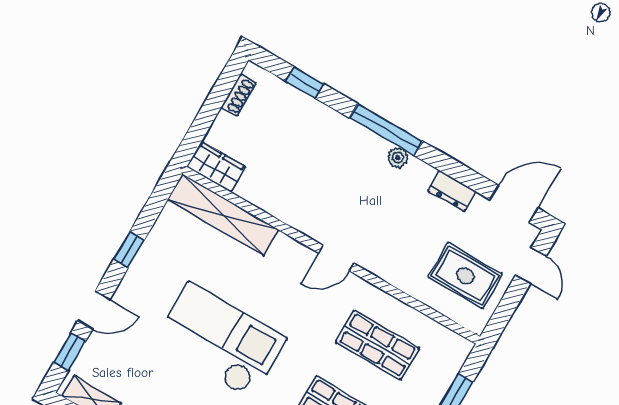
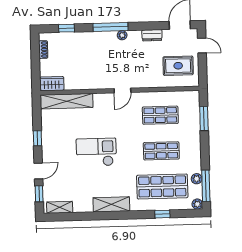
checkout: (220, 341) -> (96, 152), width x0.73, depth x0.83

